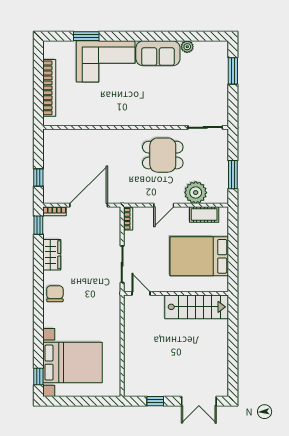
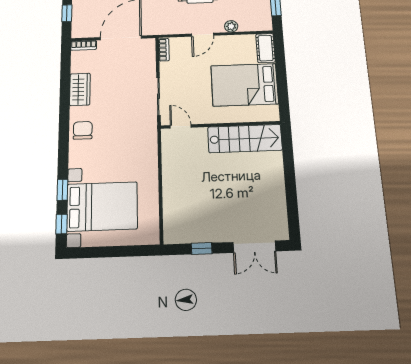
plant: (196, 193) -> (231, 26), width x0.53, depth x0.53
cot: (204, 214) -> (266, 48), moved, turned 90
window: (38, 225) -> (62, 190), moved

